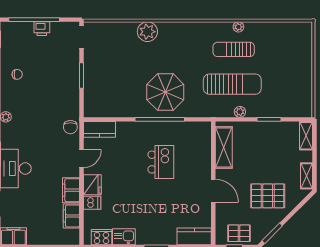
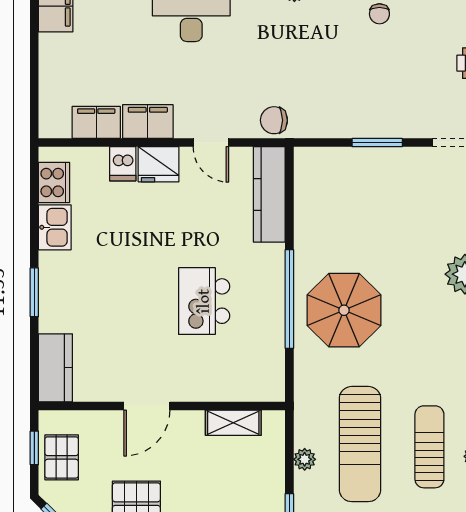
kitchen counter: (100, 129) -> (269, 194), width x1.50
shelving: (224, 147) -> (233, 423), width x0.67, depth x0.75
kitchen island: (161, 162) -> (204, 301), turned 90

